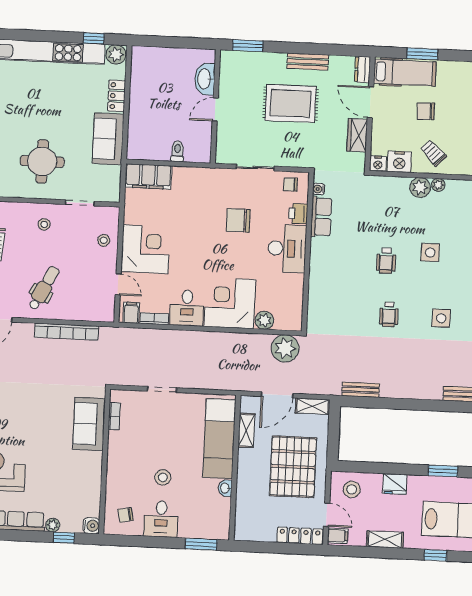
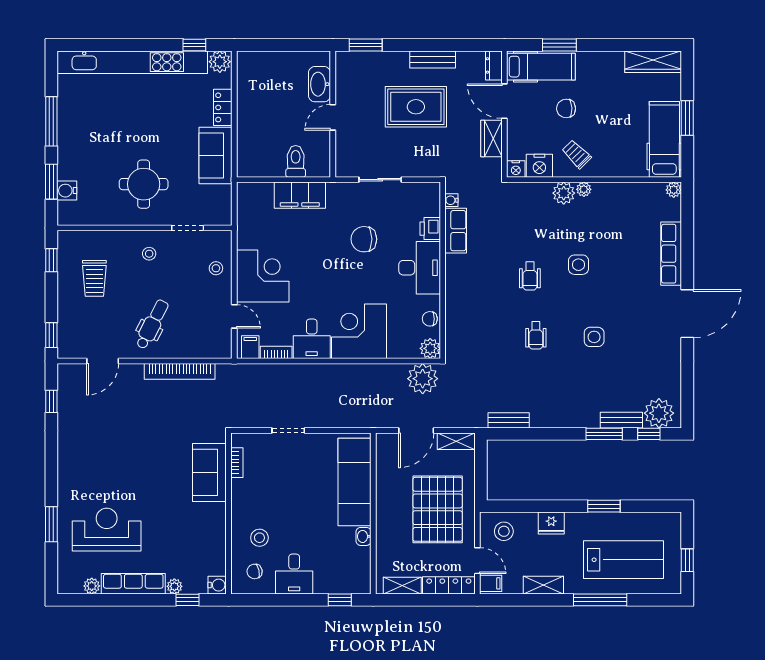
toilet: (177, 151) -> (296, 161), width x1.37, depth x1.39
filing cabinet: (148, 177) -> (300, 195), moved
chair: (290, 184) -> (430, 319), moved
plant: (264, 320) -> (430, 348), moved
window: (446, 406) -> (604, 434), added
shelving: (246, 430) -> (402, 586), moved, turned 90
stool: (163, 477) -> (259, 538), moved
window: (201, 544) -> (340, 600), width x0.67
window: (435, 555) -> (600, 600), width x2.17

